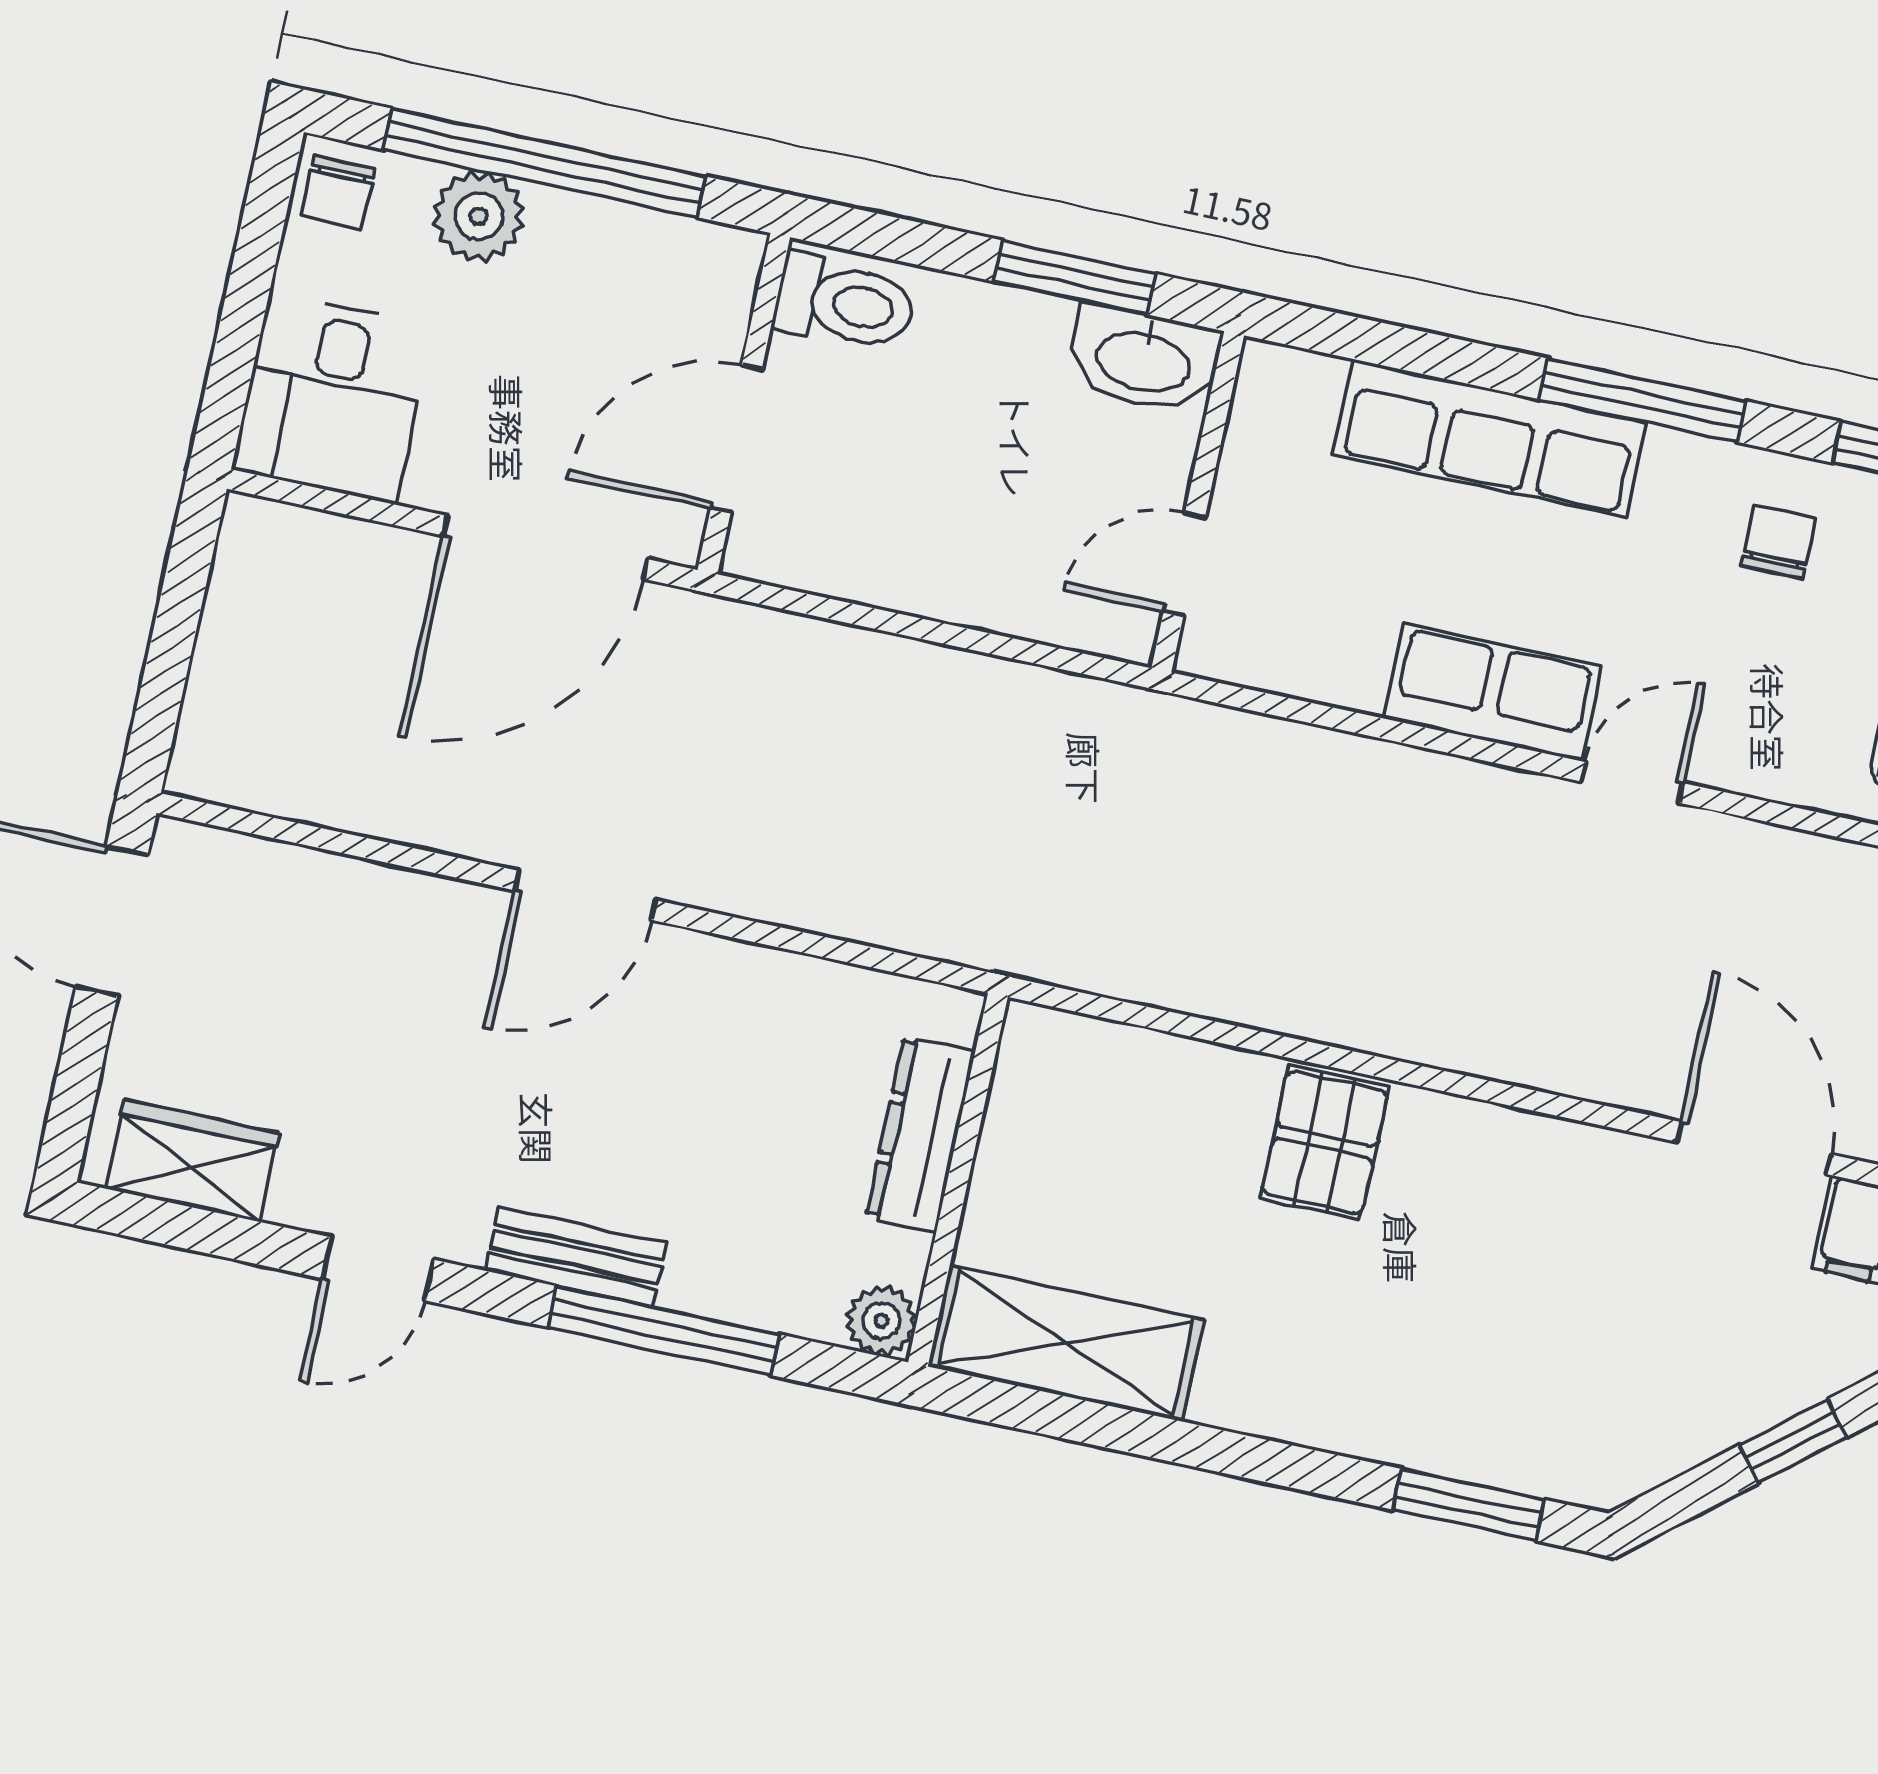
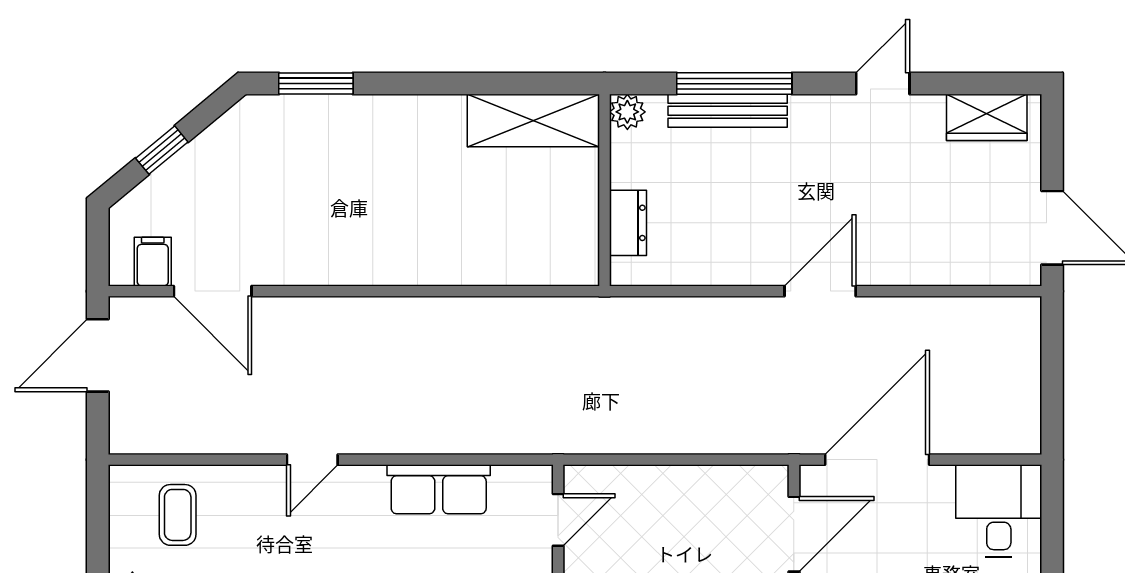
row of seats: (1493, 692) -> (439, 489), moved
dresser: (920, 1134) -> (628, 223), width x0.70
pallet: (1325, 1142) -> (426, 248), removed
bench: (575, 1257) -> (728, 111), moved, width x1.36

